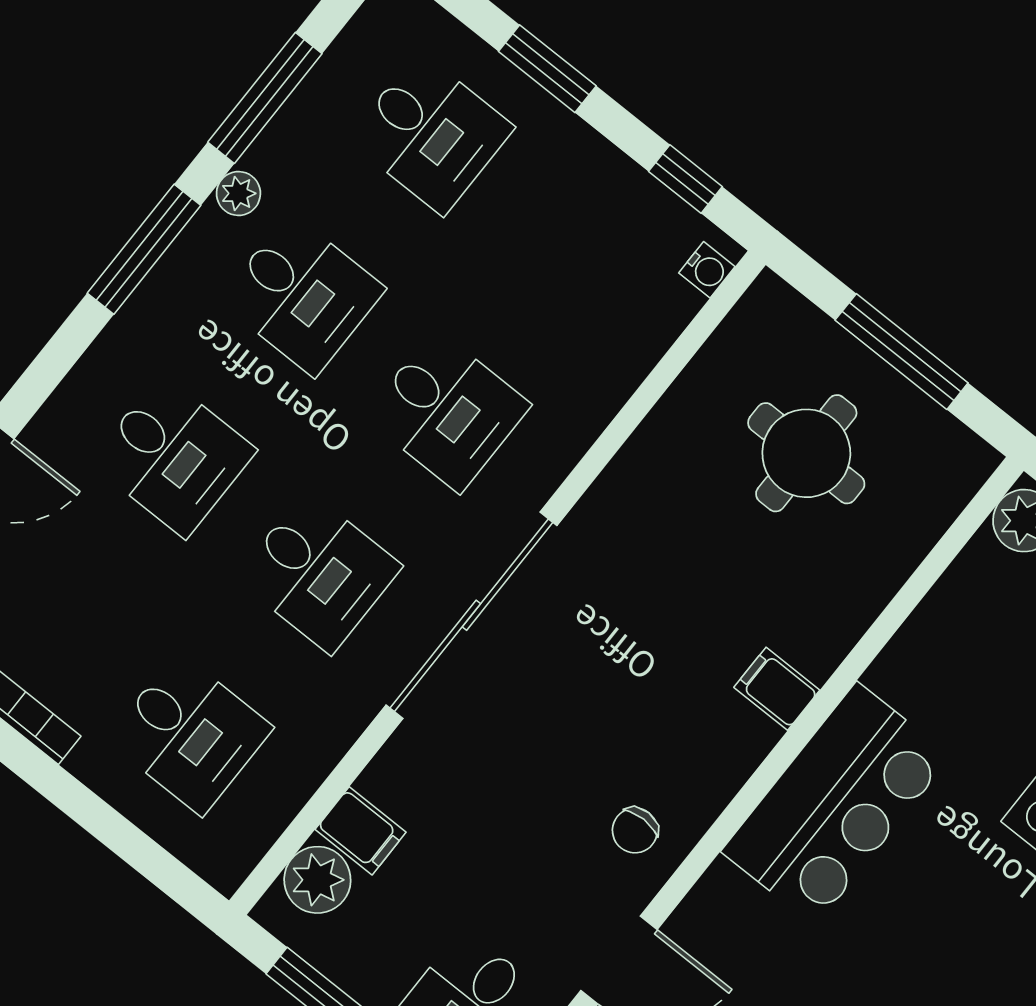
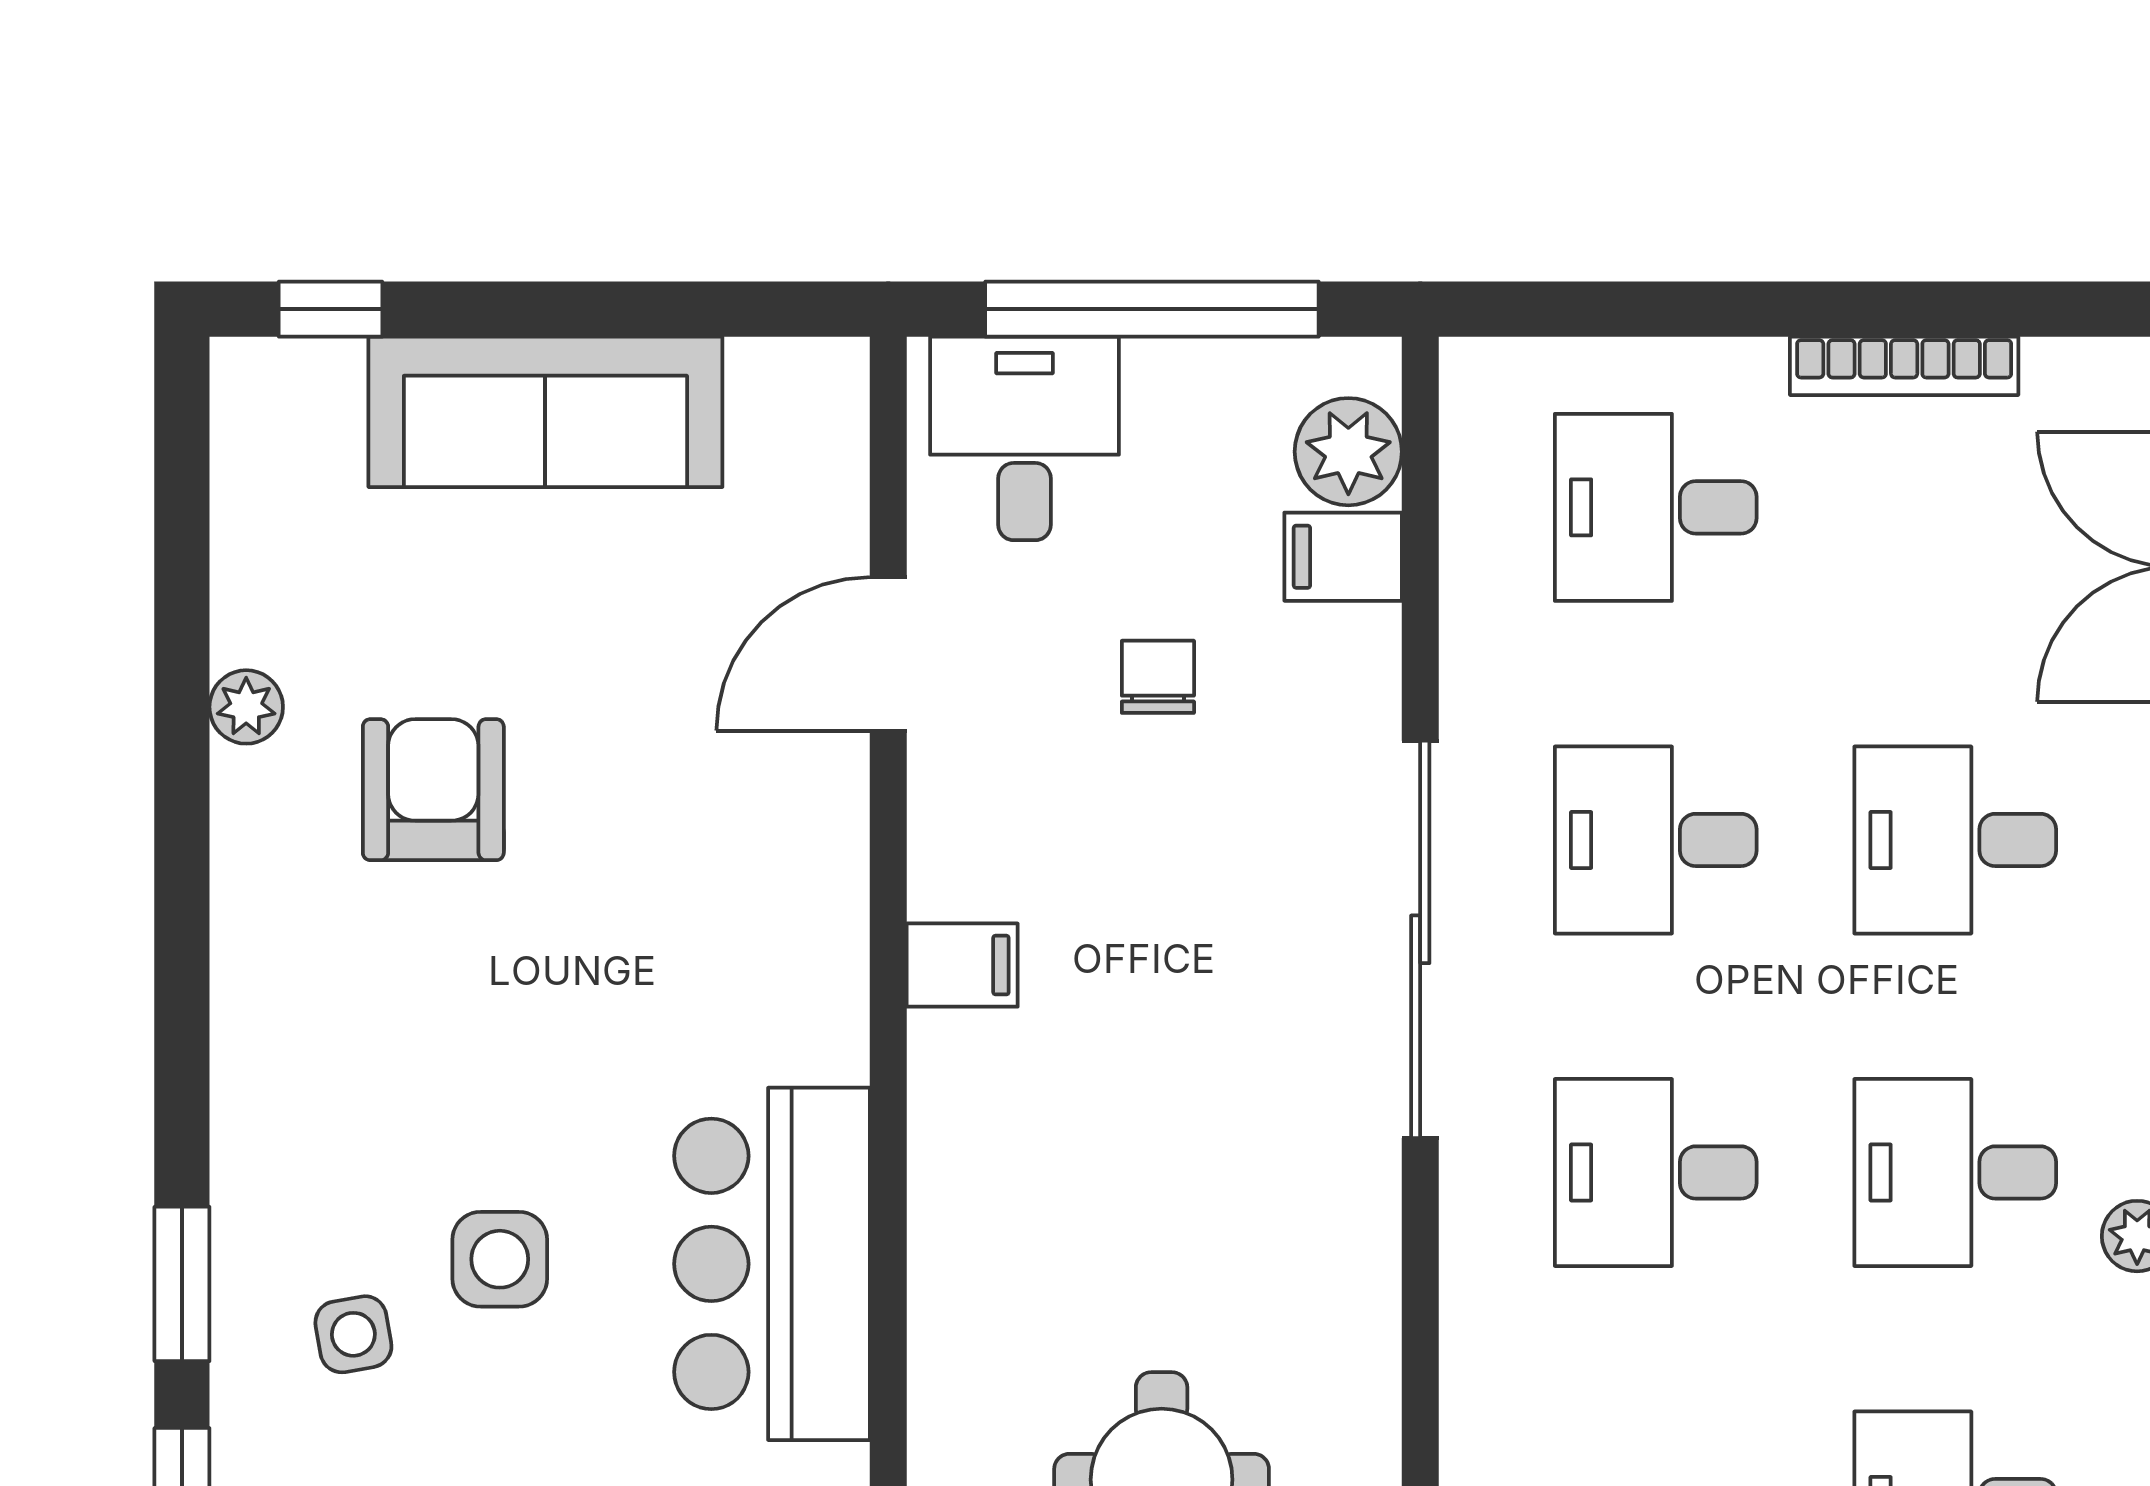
filing cabinet: (777, 689) -> (962, 965), moved
bar counter: (836, 804) -> (772, 1264), moved
chair: (635, 830) -> (1158, 677), moved

